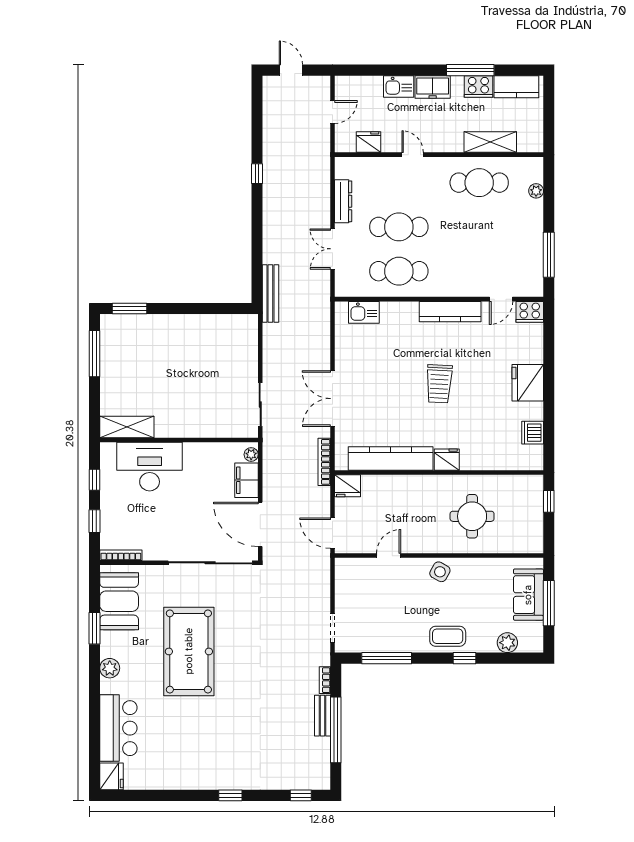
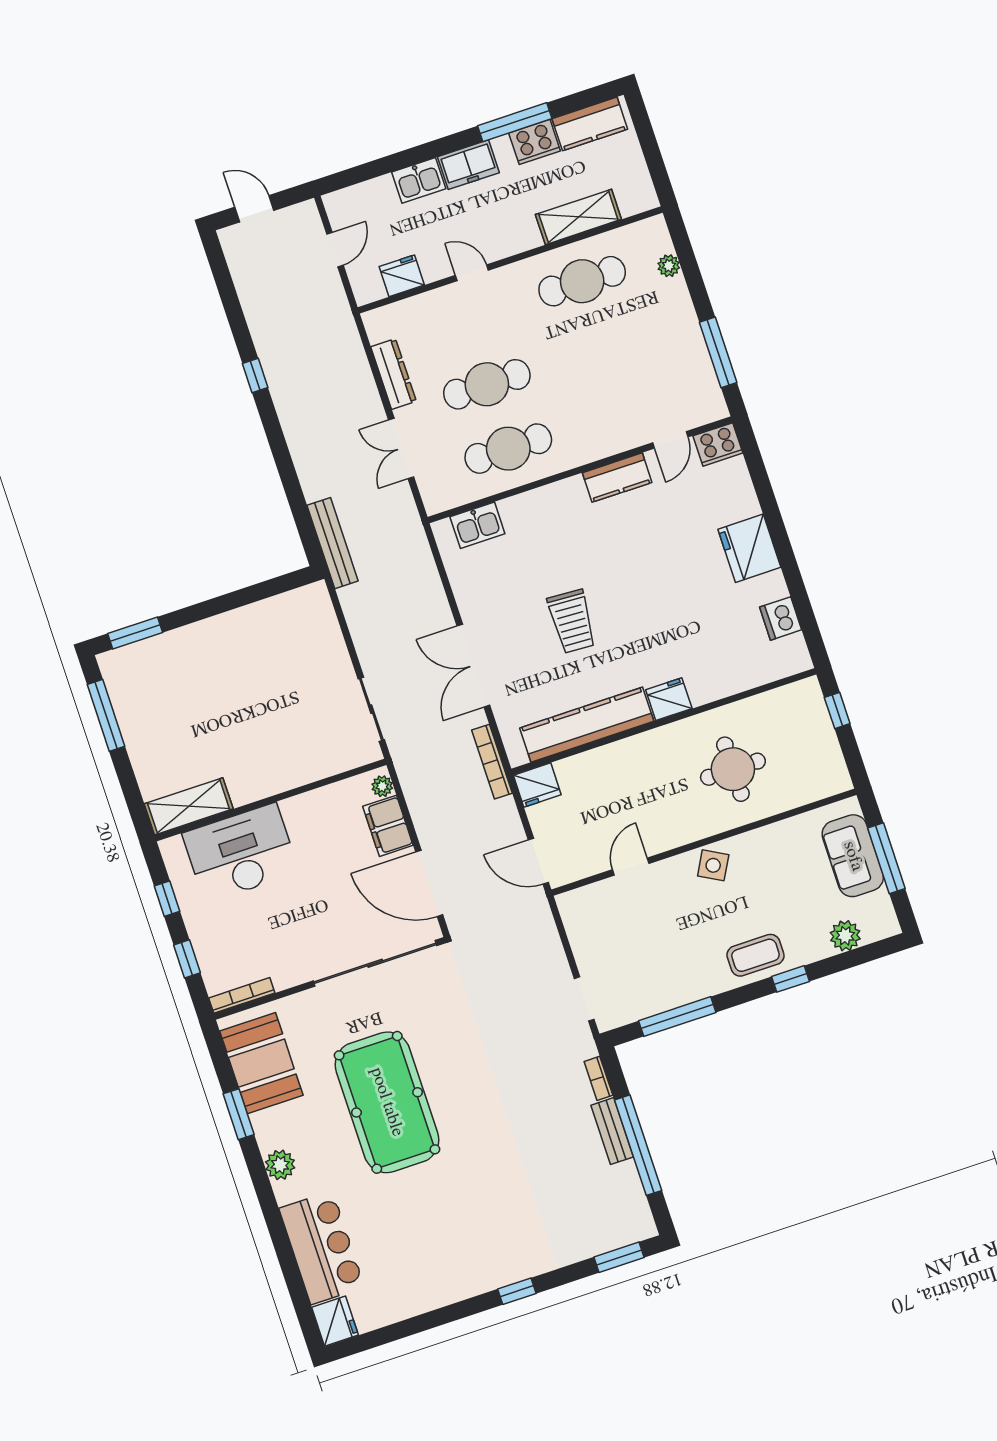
kitchen counter: (450, 312) -> (617, 478), width x0.67
trolley: (439, 384) -> (572, 621), moved
window: (301, 795) -> (619, 1257), width x1.50

